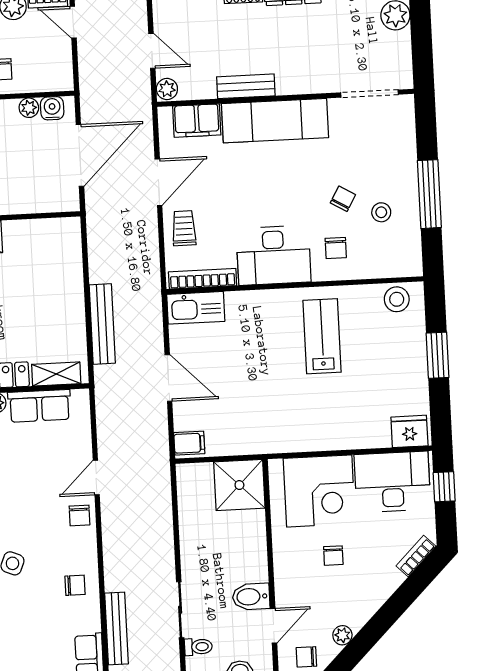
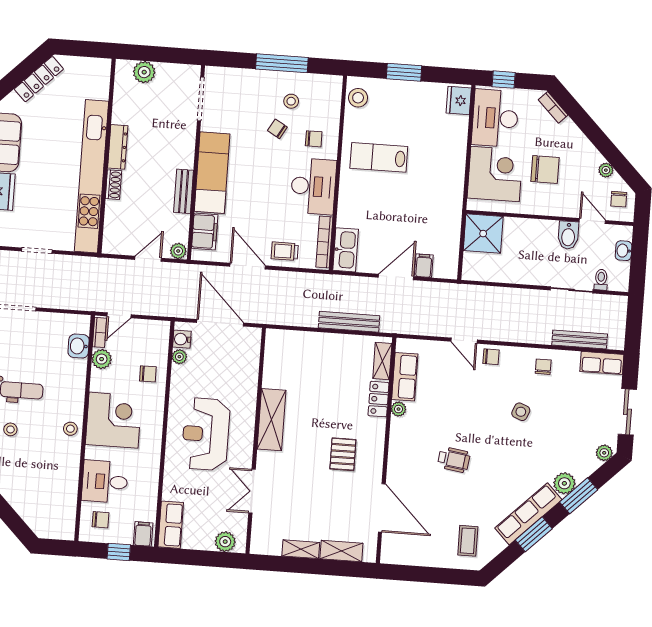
filing cabinet: (189, 443) -> (424, 266), moved
chair: (333, 556) -> (545, 169), width x1.87, depth x1.87

